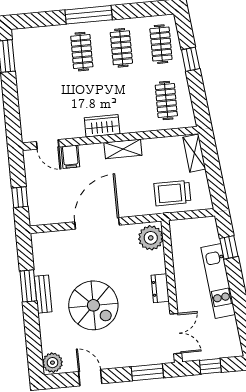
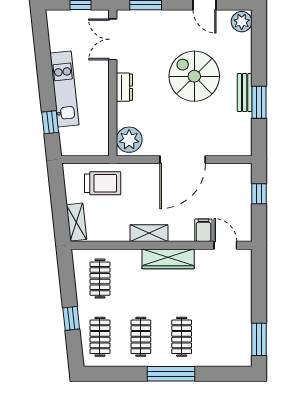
wardrobe: (102, 126) -> (168, 259), width x1.50

